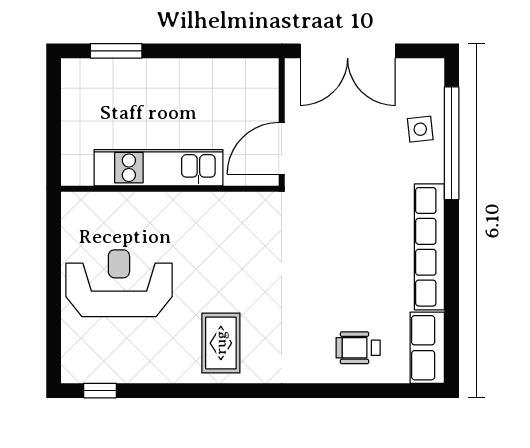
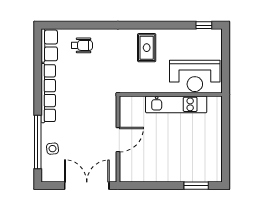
kitchen unit: (158, 168) -> (176, 104), moved
wall: (170, 189) -> (171, 94), moved

